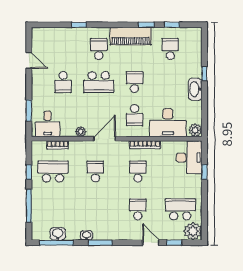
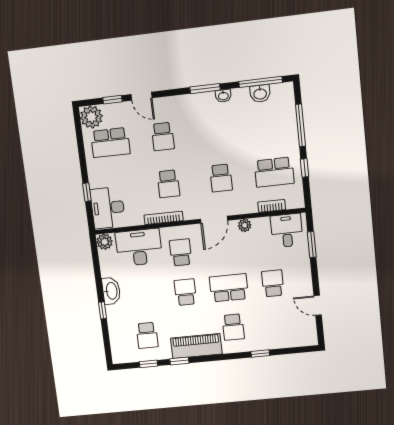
school desk: (134, 82) -> (185, 292), turned 180

